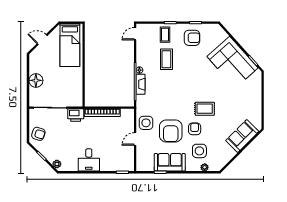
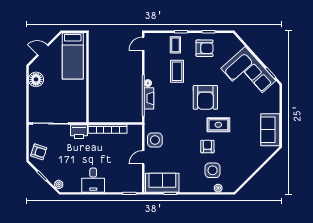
floor lamp: (36, 80) -> (36, 79), moved
armchair: (171, 131) -> (205, 97), moved
sofa: (242, 136) -> (270, 130), moved, turned -45
sofa: (170, 162) -> (162, 183), moved

